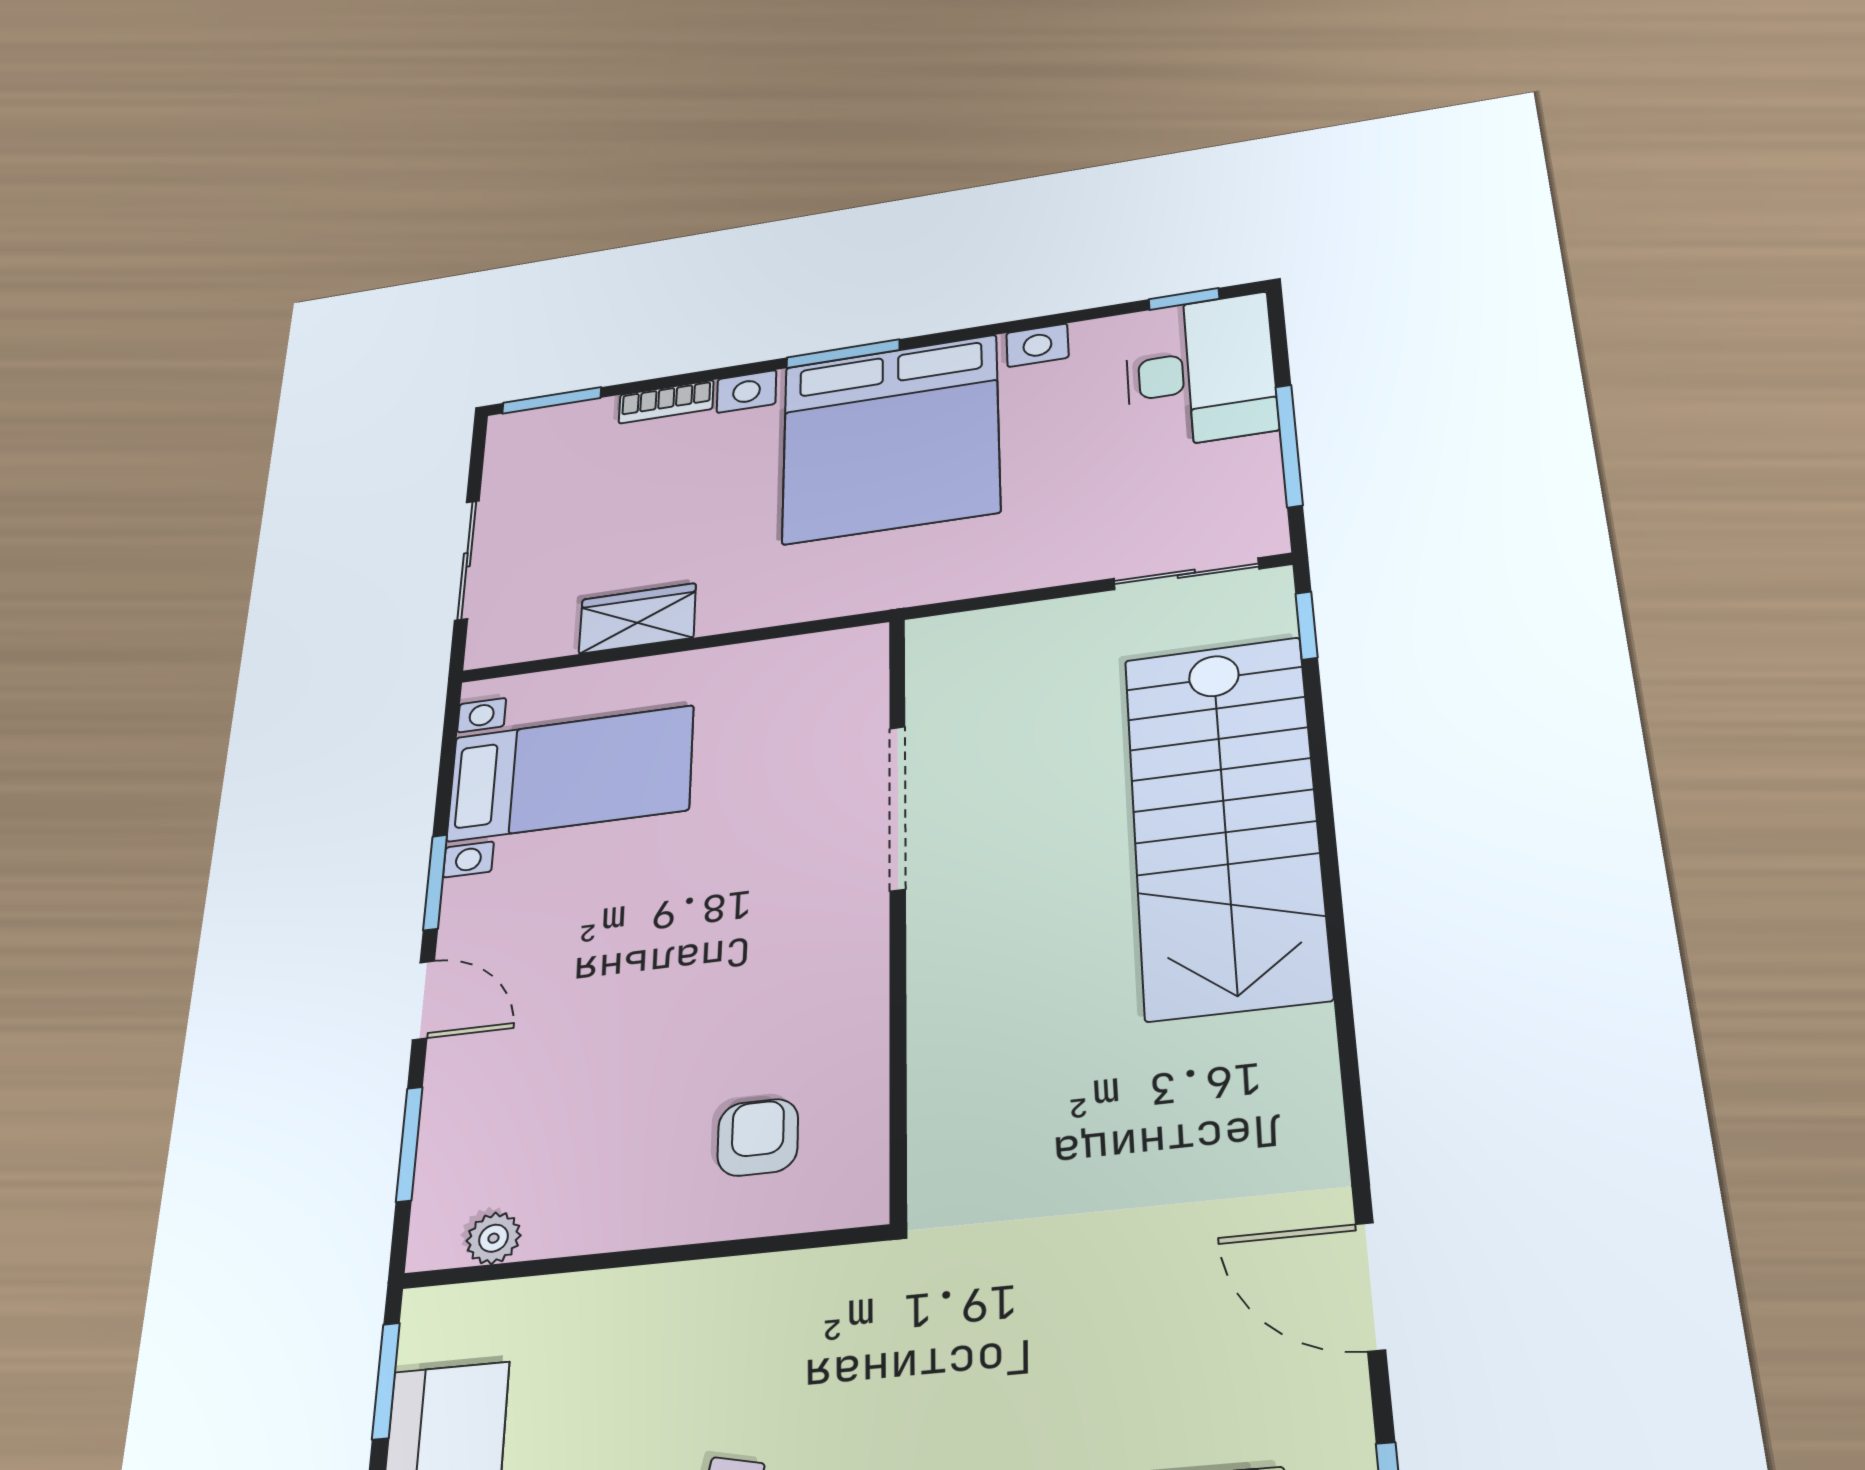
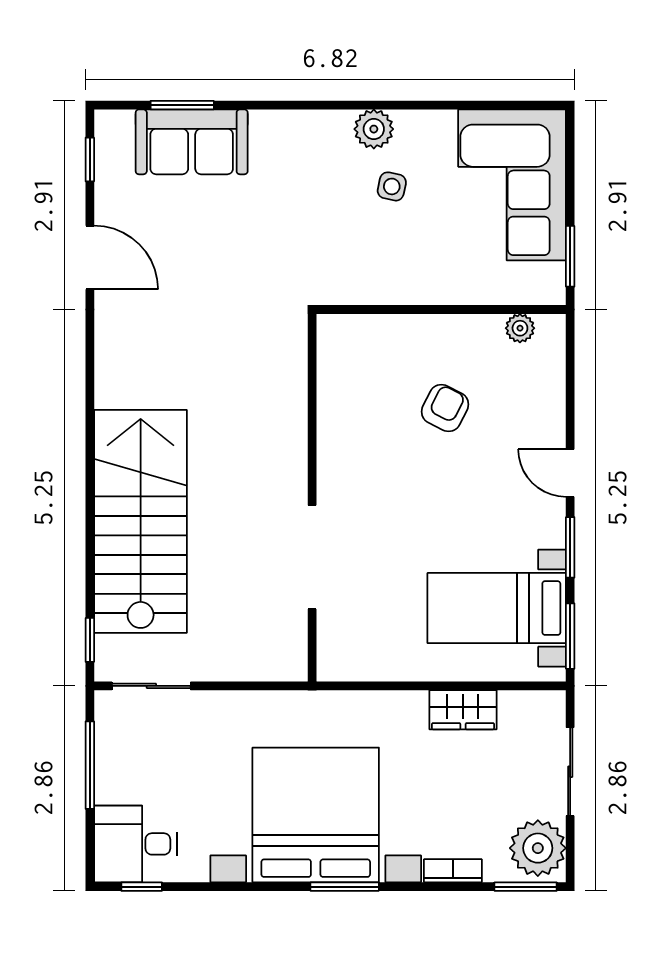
desk: (1200, 371) -> (135, 844), width x0.73
plant: (528, 452) -> (538, 848), added
armchair: (758, 1137) -> (445, 408), moved, turned -153
window: (409, 1144) -> (570, 636), moved

